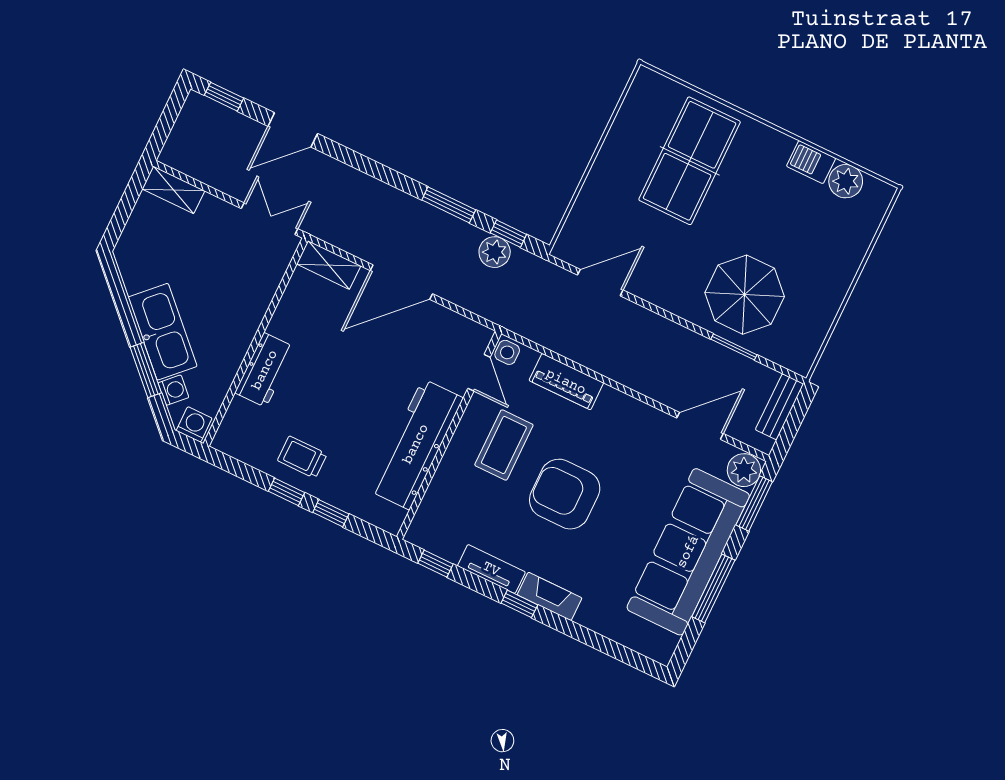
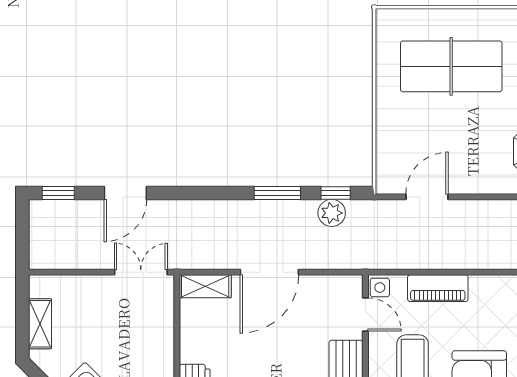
table tennis table: (690, 161) -> (451, 66), turned 90
shelving: (173, 190) -> (40, 324), moved, turned 90

